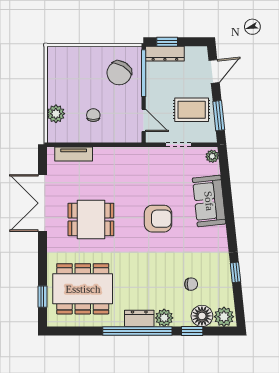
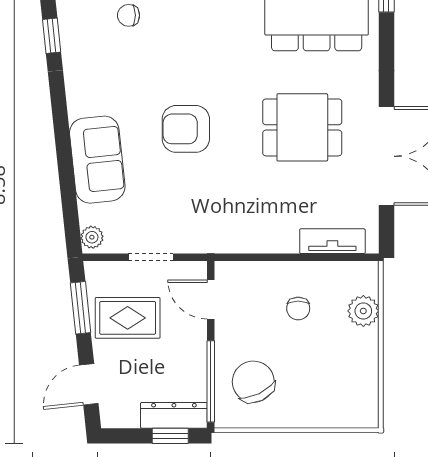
chair: (119, 73) -> (253, 382), turned -57

